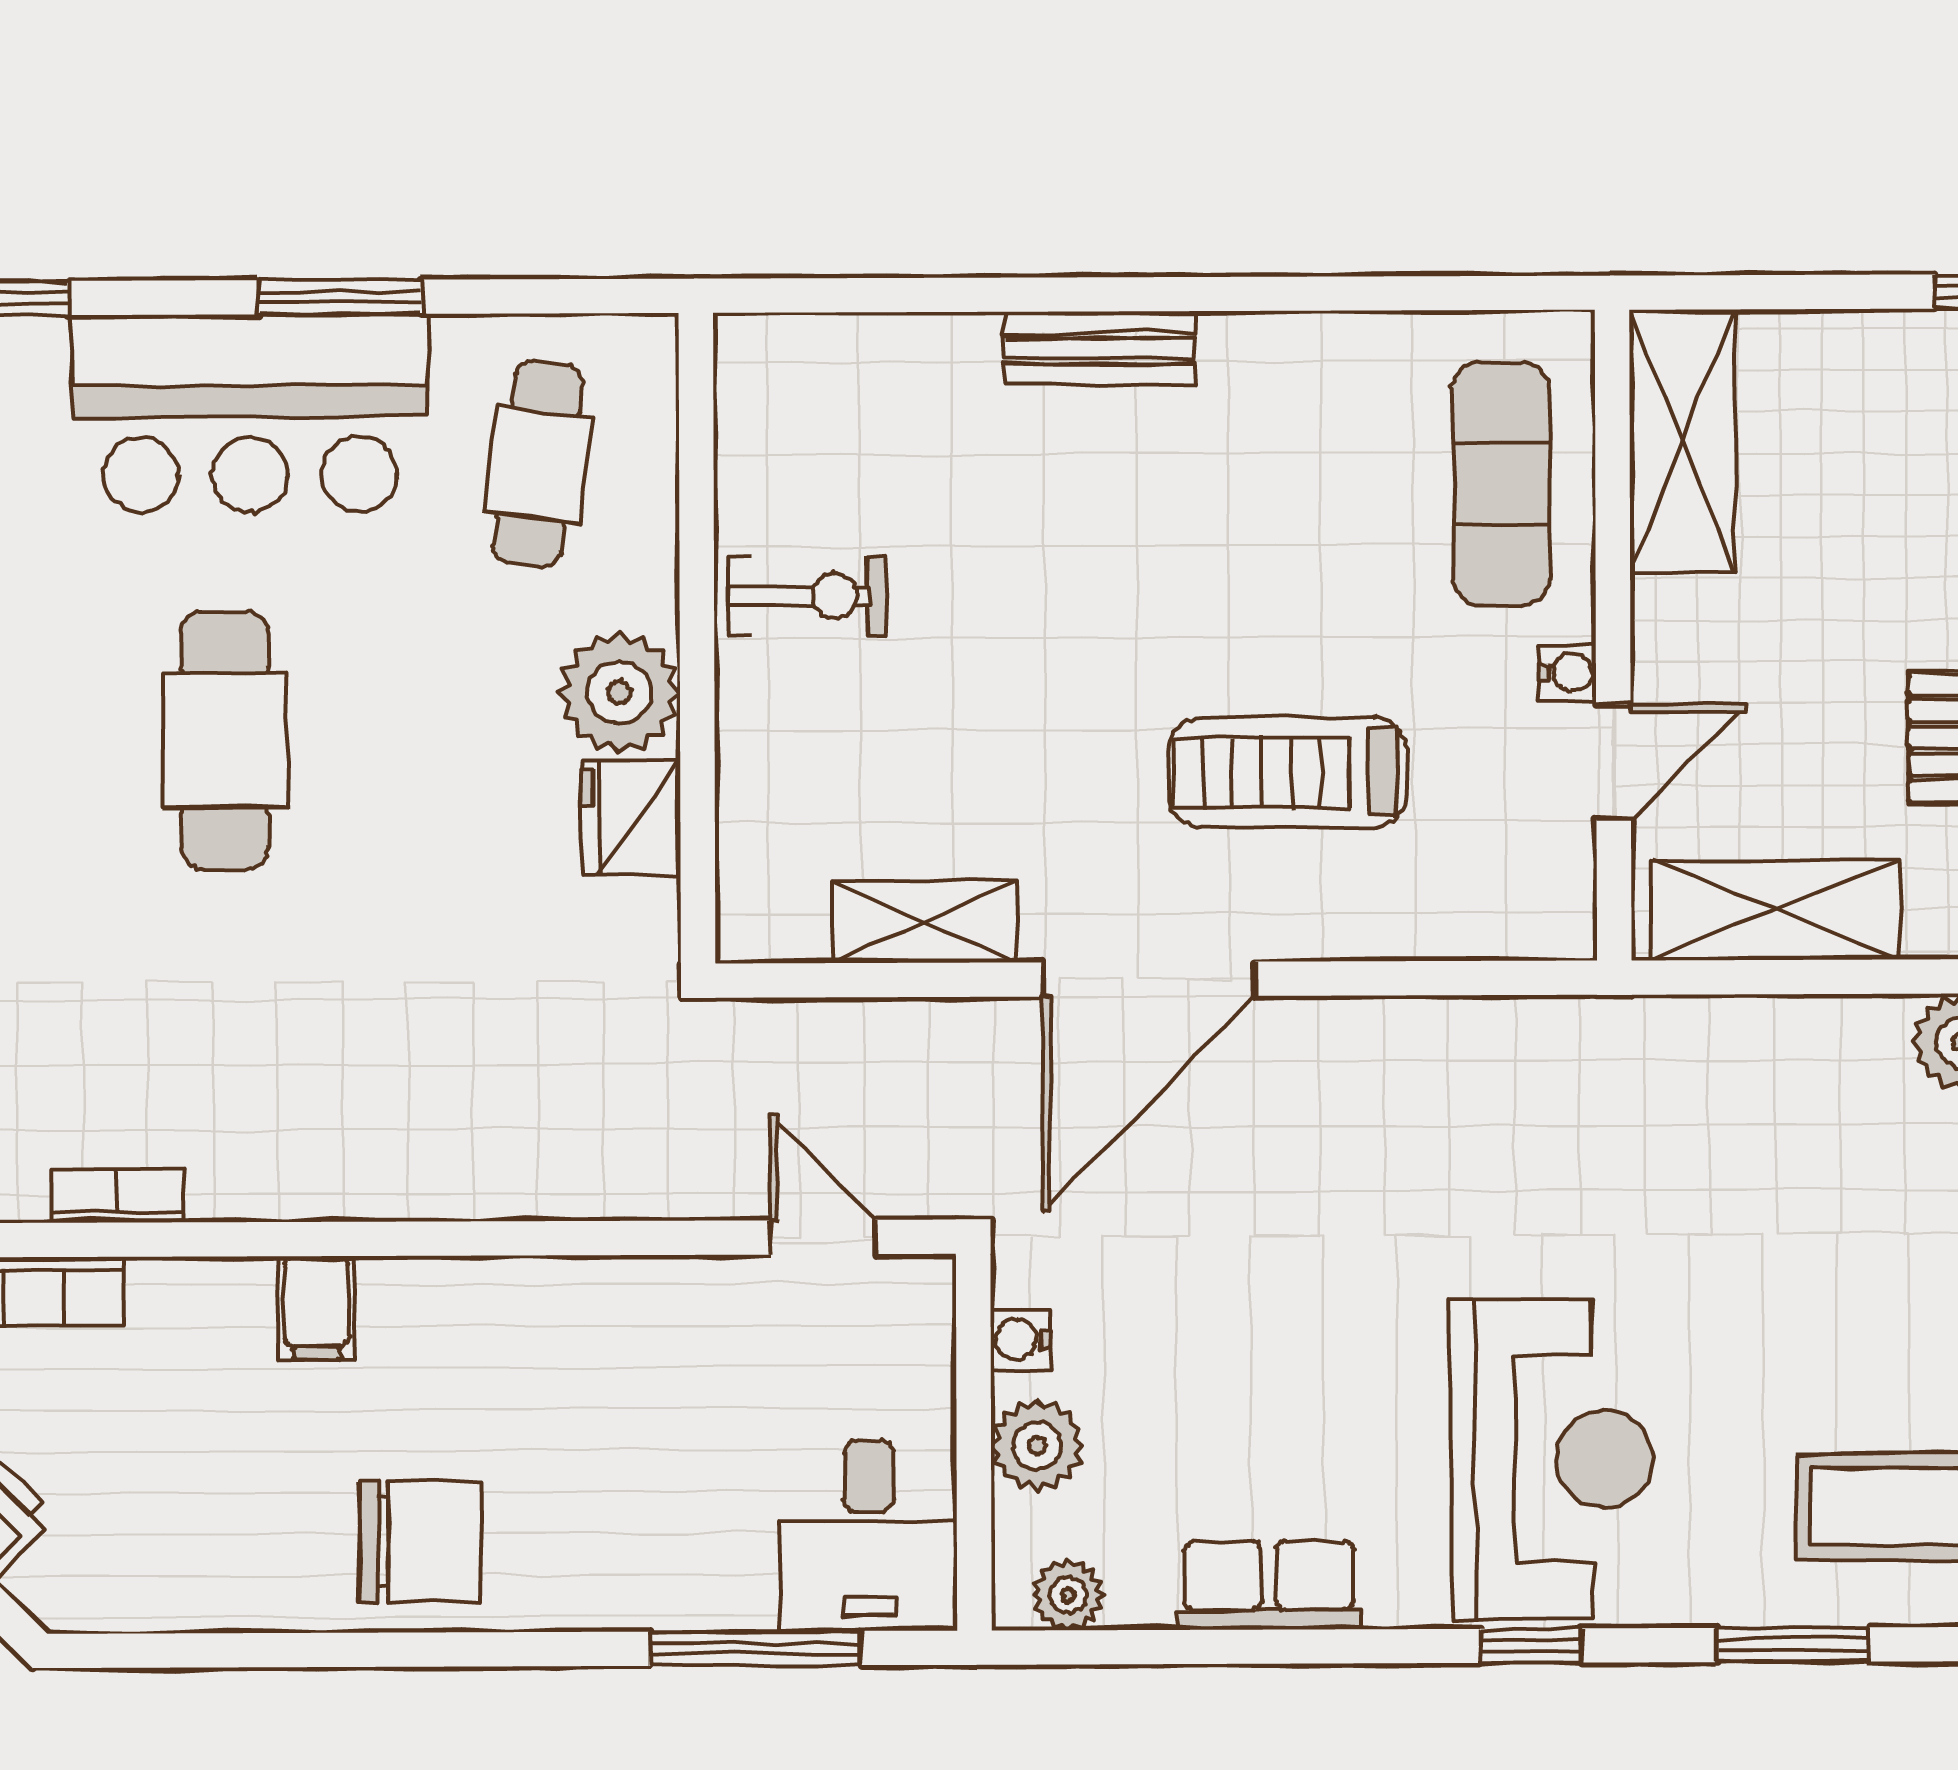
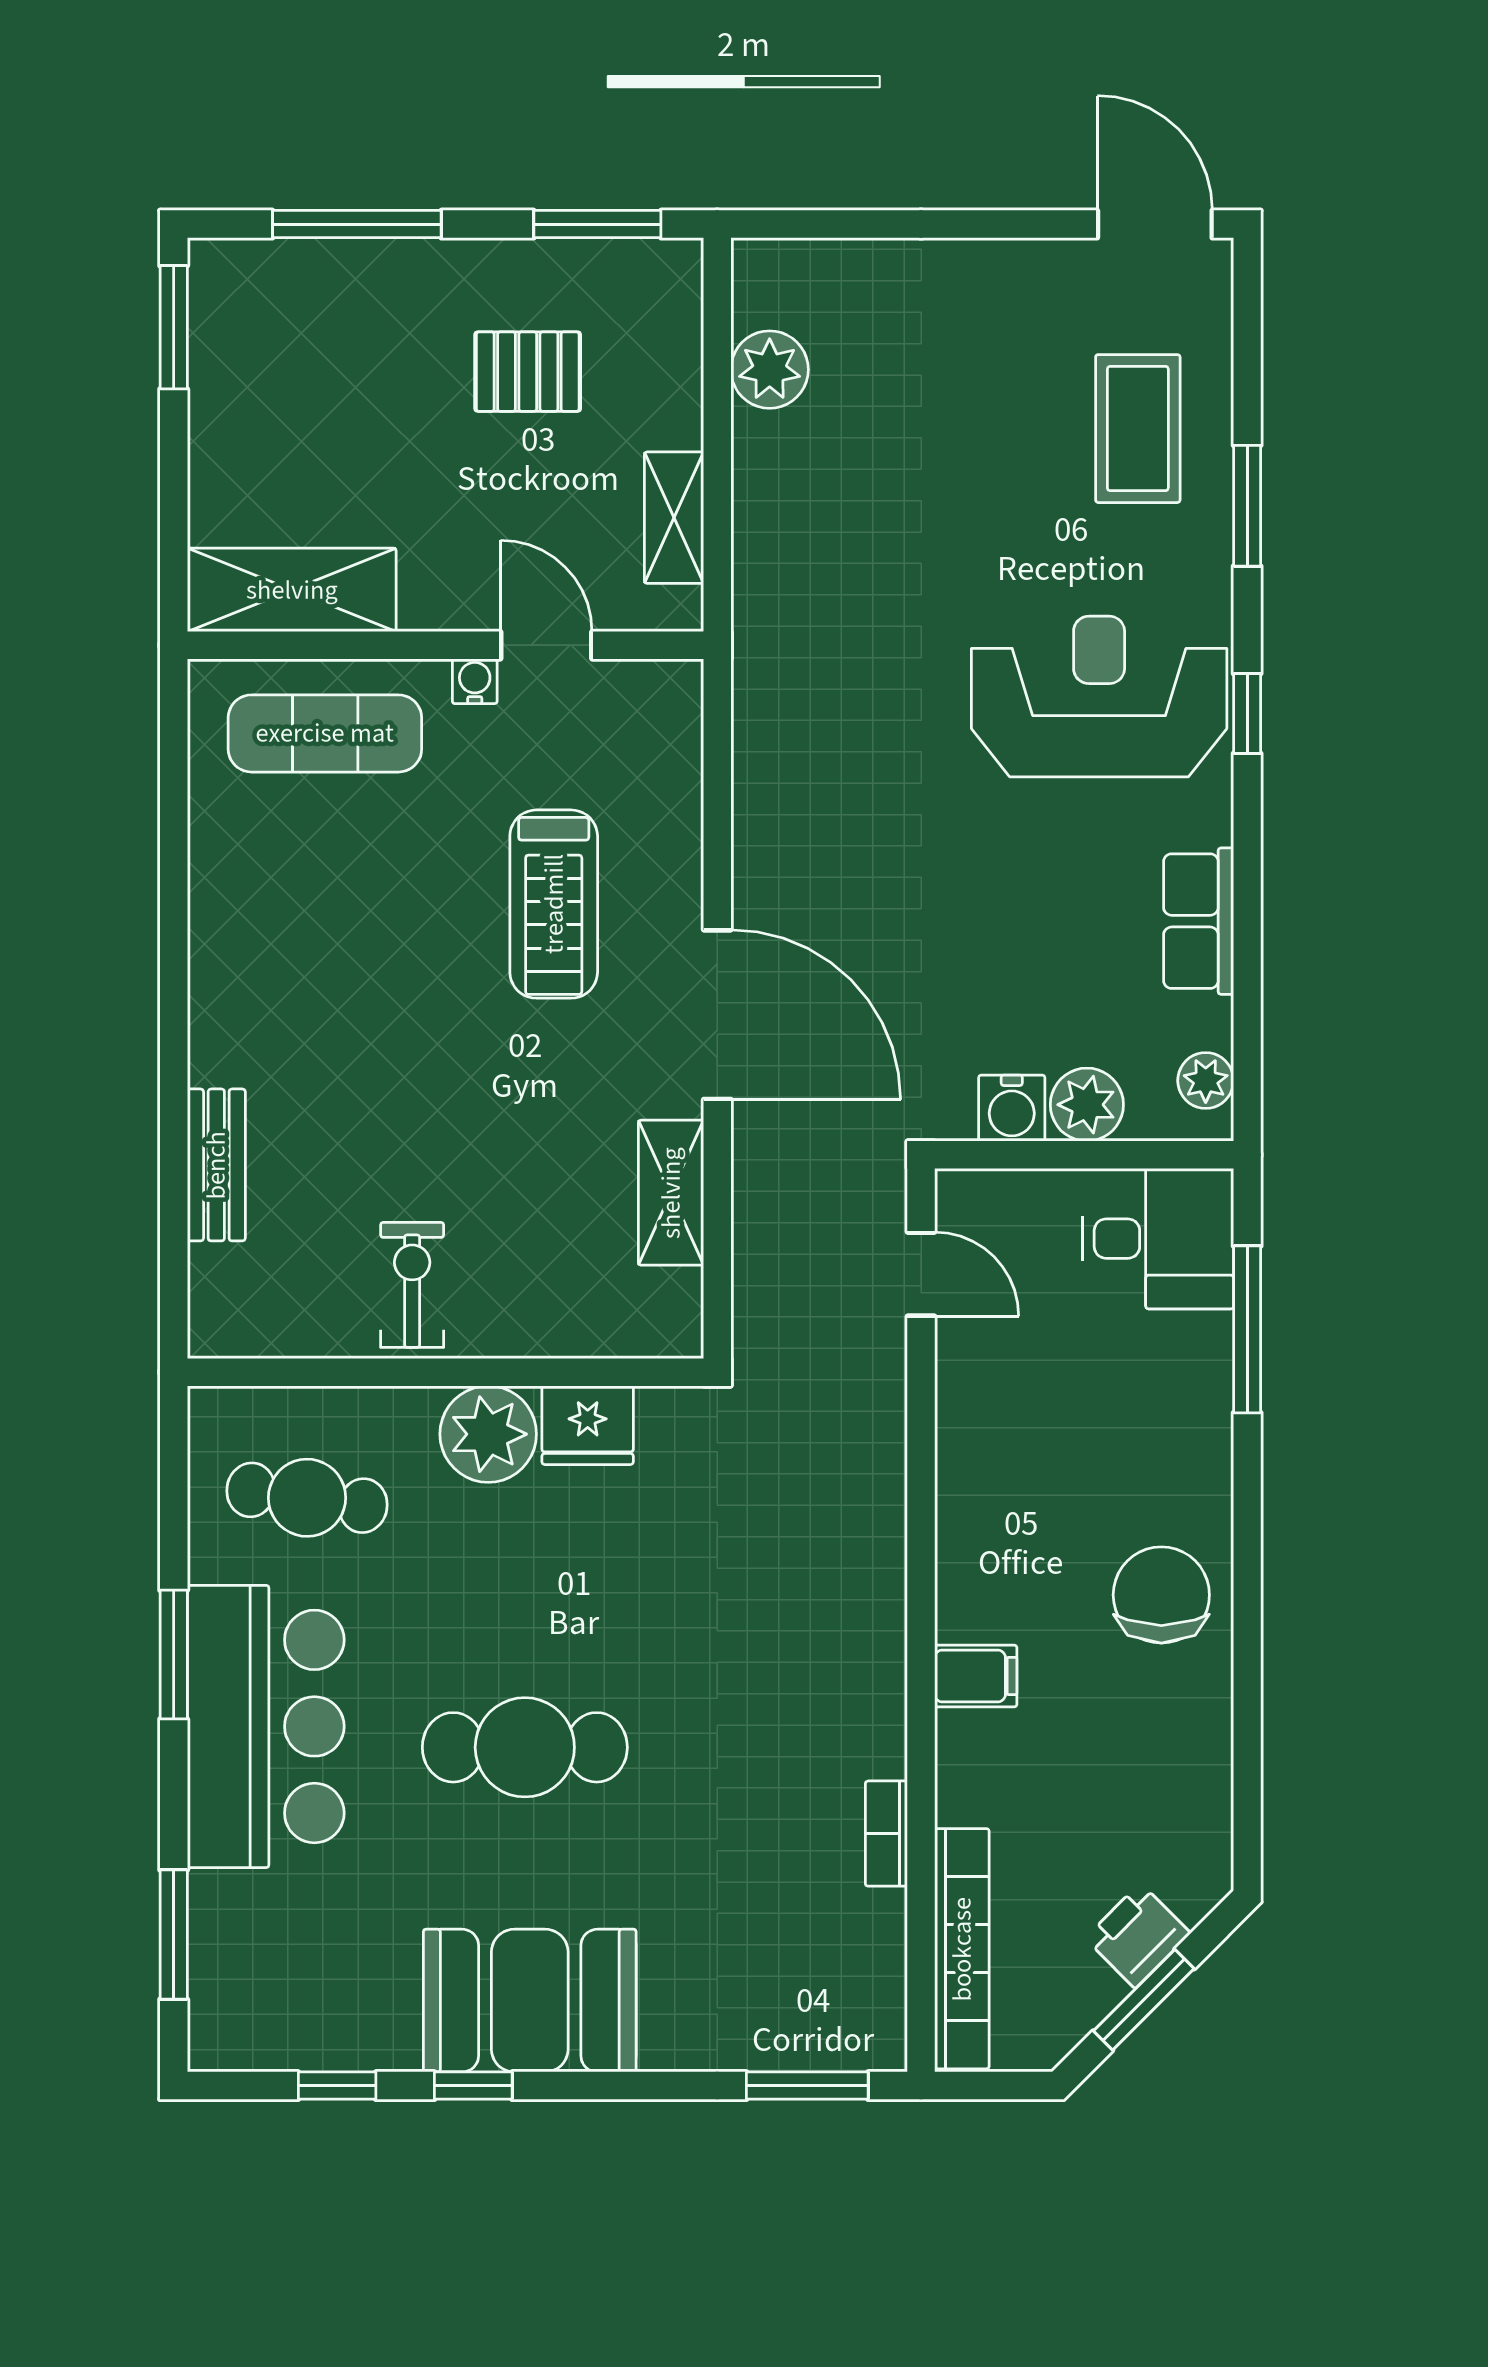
bench: (1099, 348) -> (216, 1165), moved
shelving: (1775, 910) -> (674, 518), width x0.67, depth x0.75
door: (823, 1237) -> (921, 1274), swing flipped
water cooler: (1021, 1339) -> (1012, 1108), width x1.38, depth x1.38

